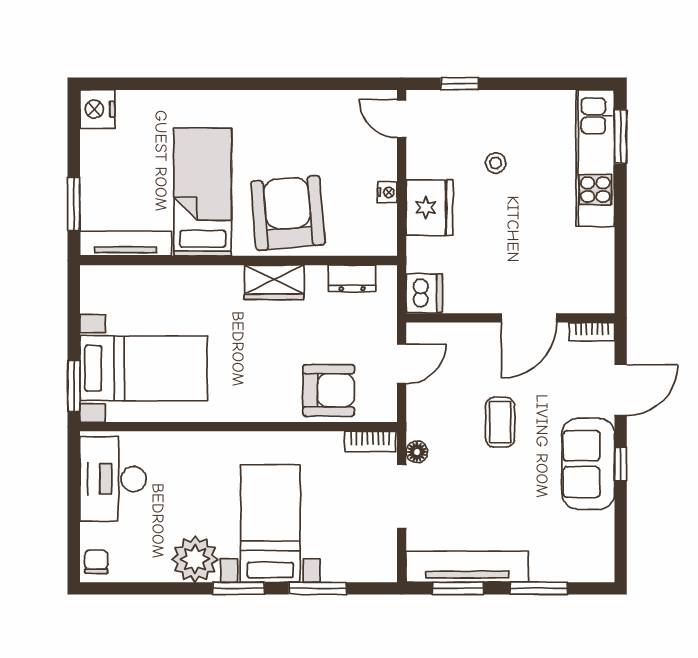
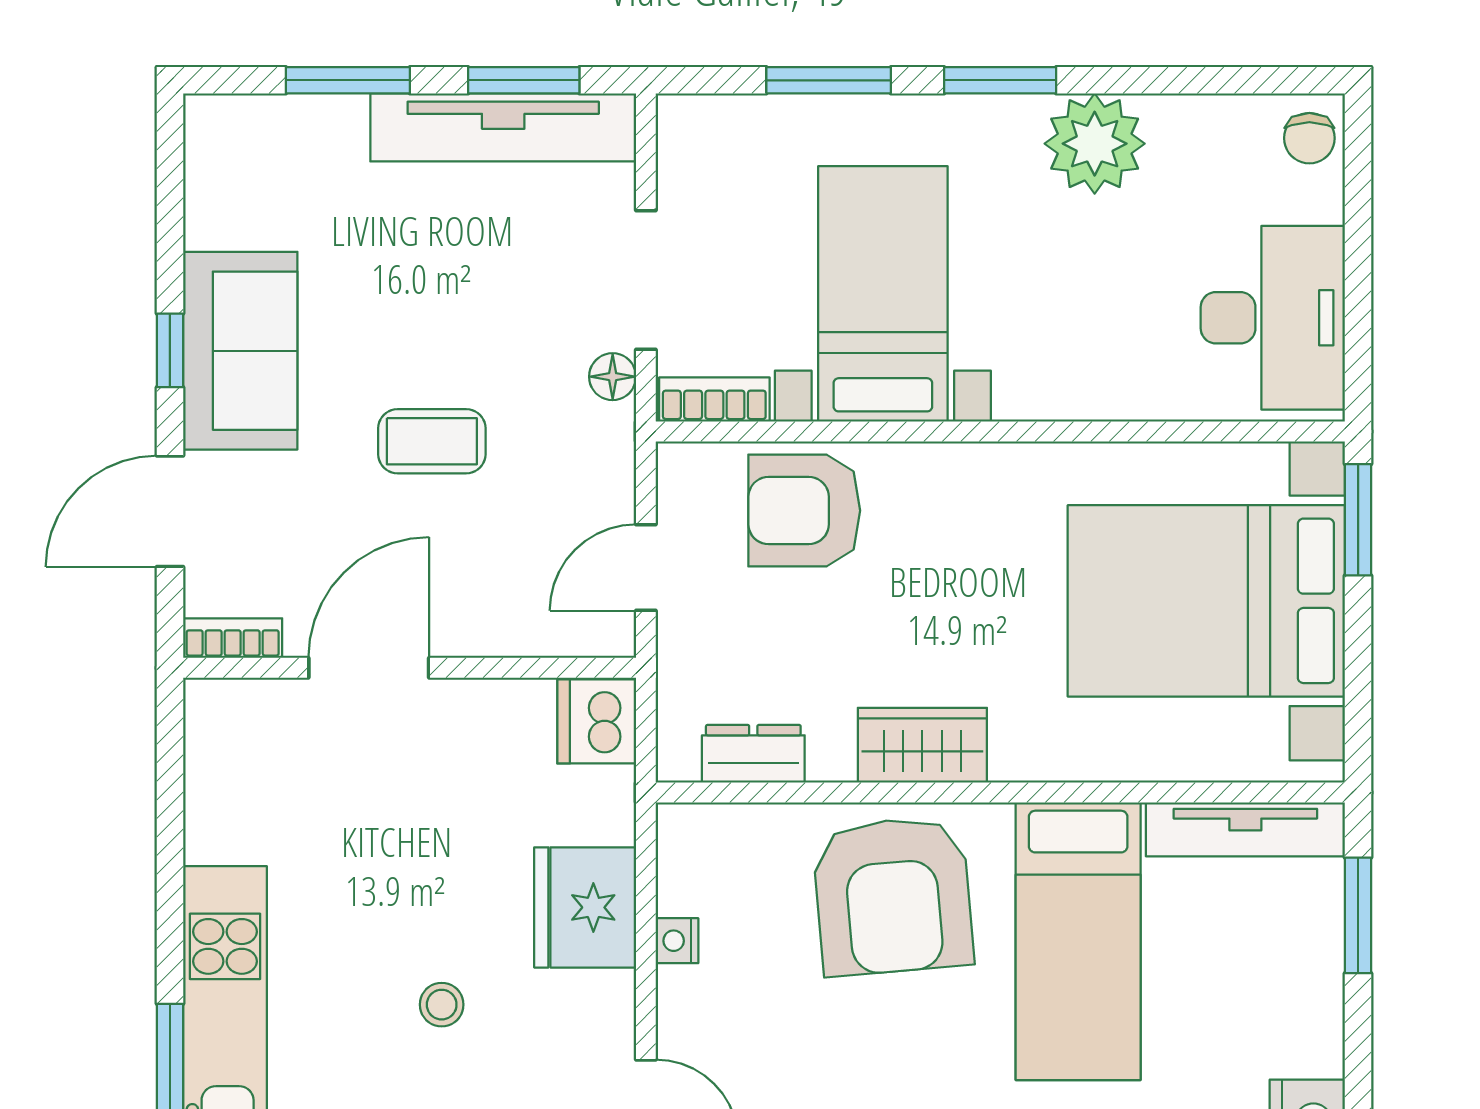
bed with nightstands: (144, 368) -> (1206, 601), width x1.36
coffee table: (500, 422) -> (432, 441), turned 90
bed with nightstands: (270, 523) -> (883, 294), moved, turned 180

